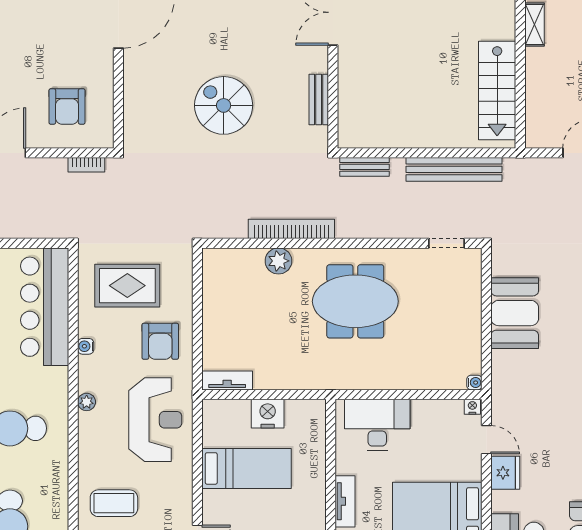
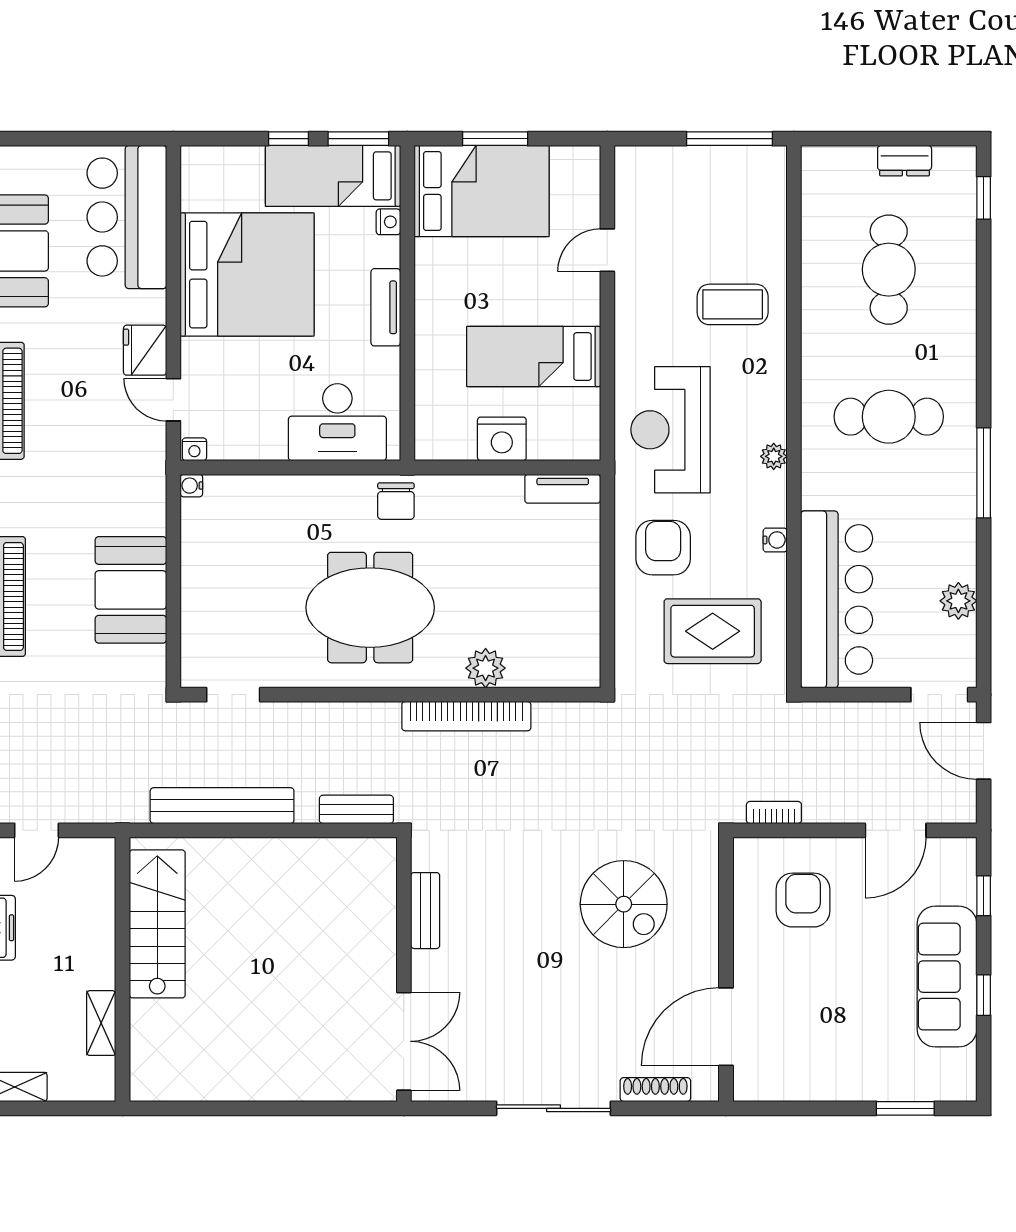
spiral stairs: (224, 105) -> (624, 904), moved
chair: (338, 372) -> (396, 501), added

